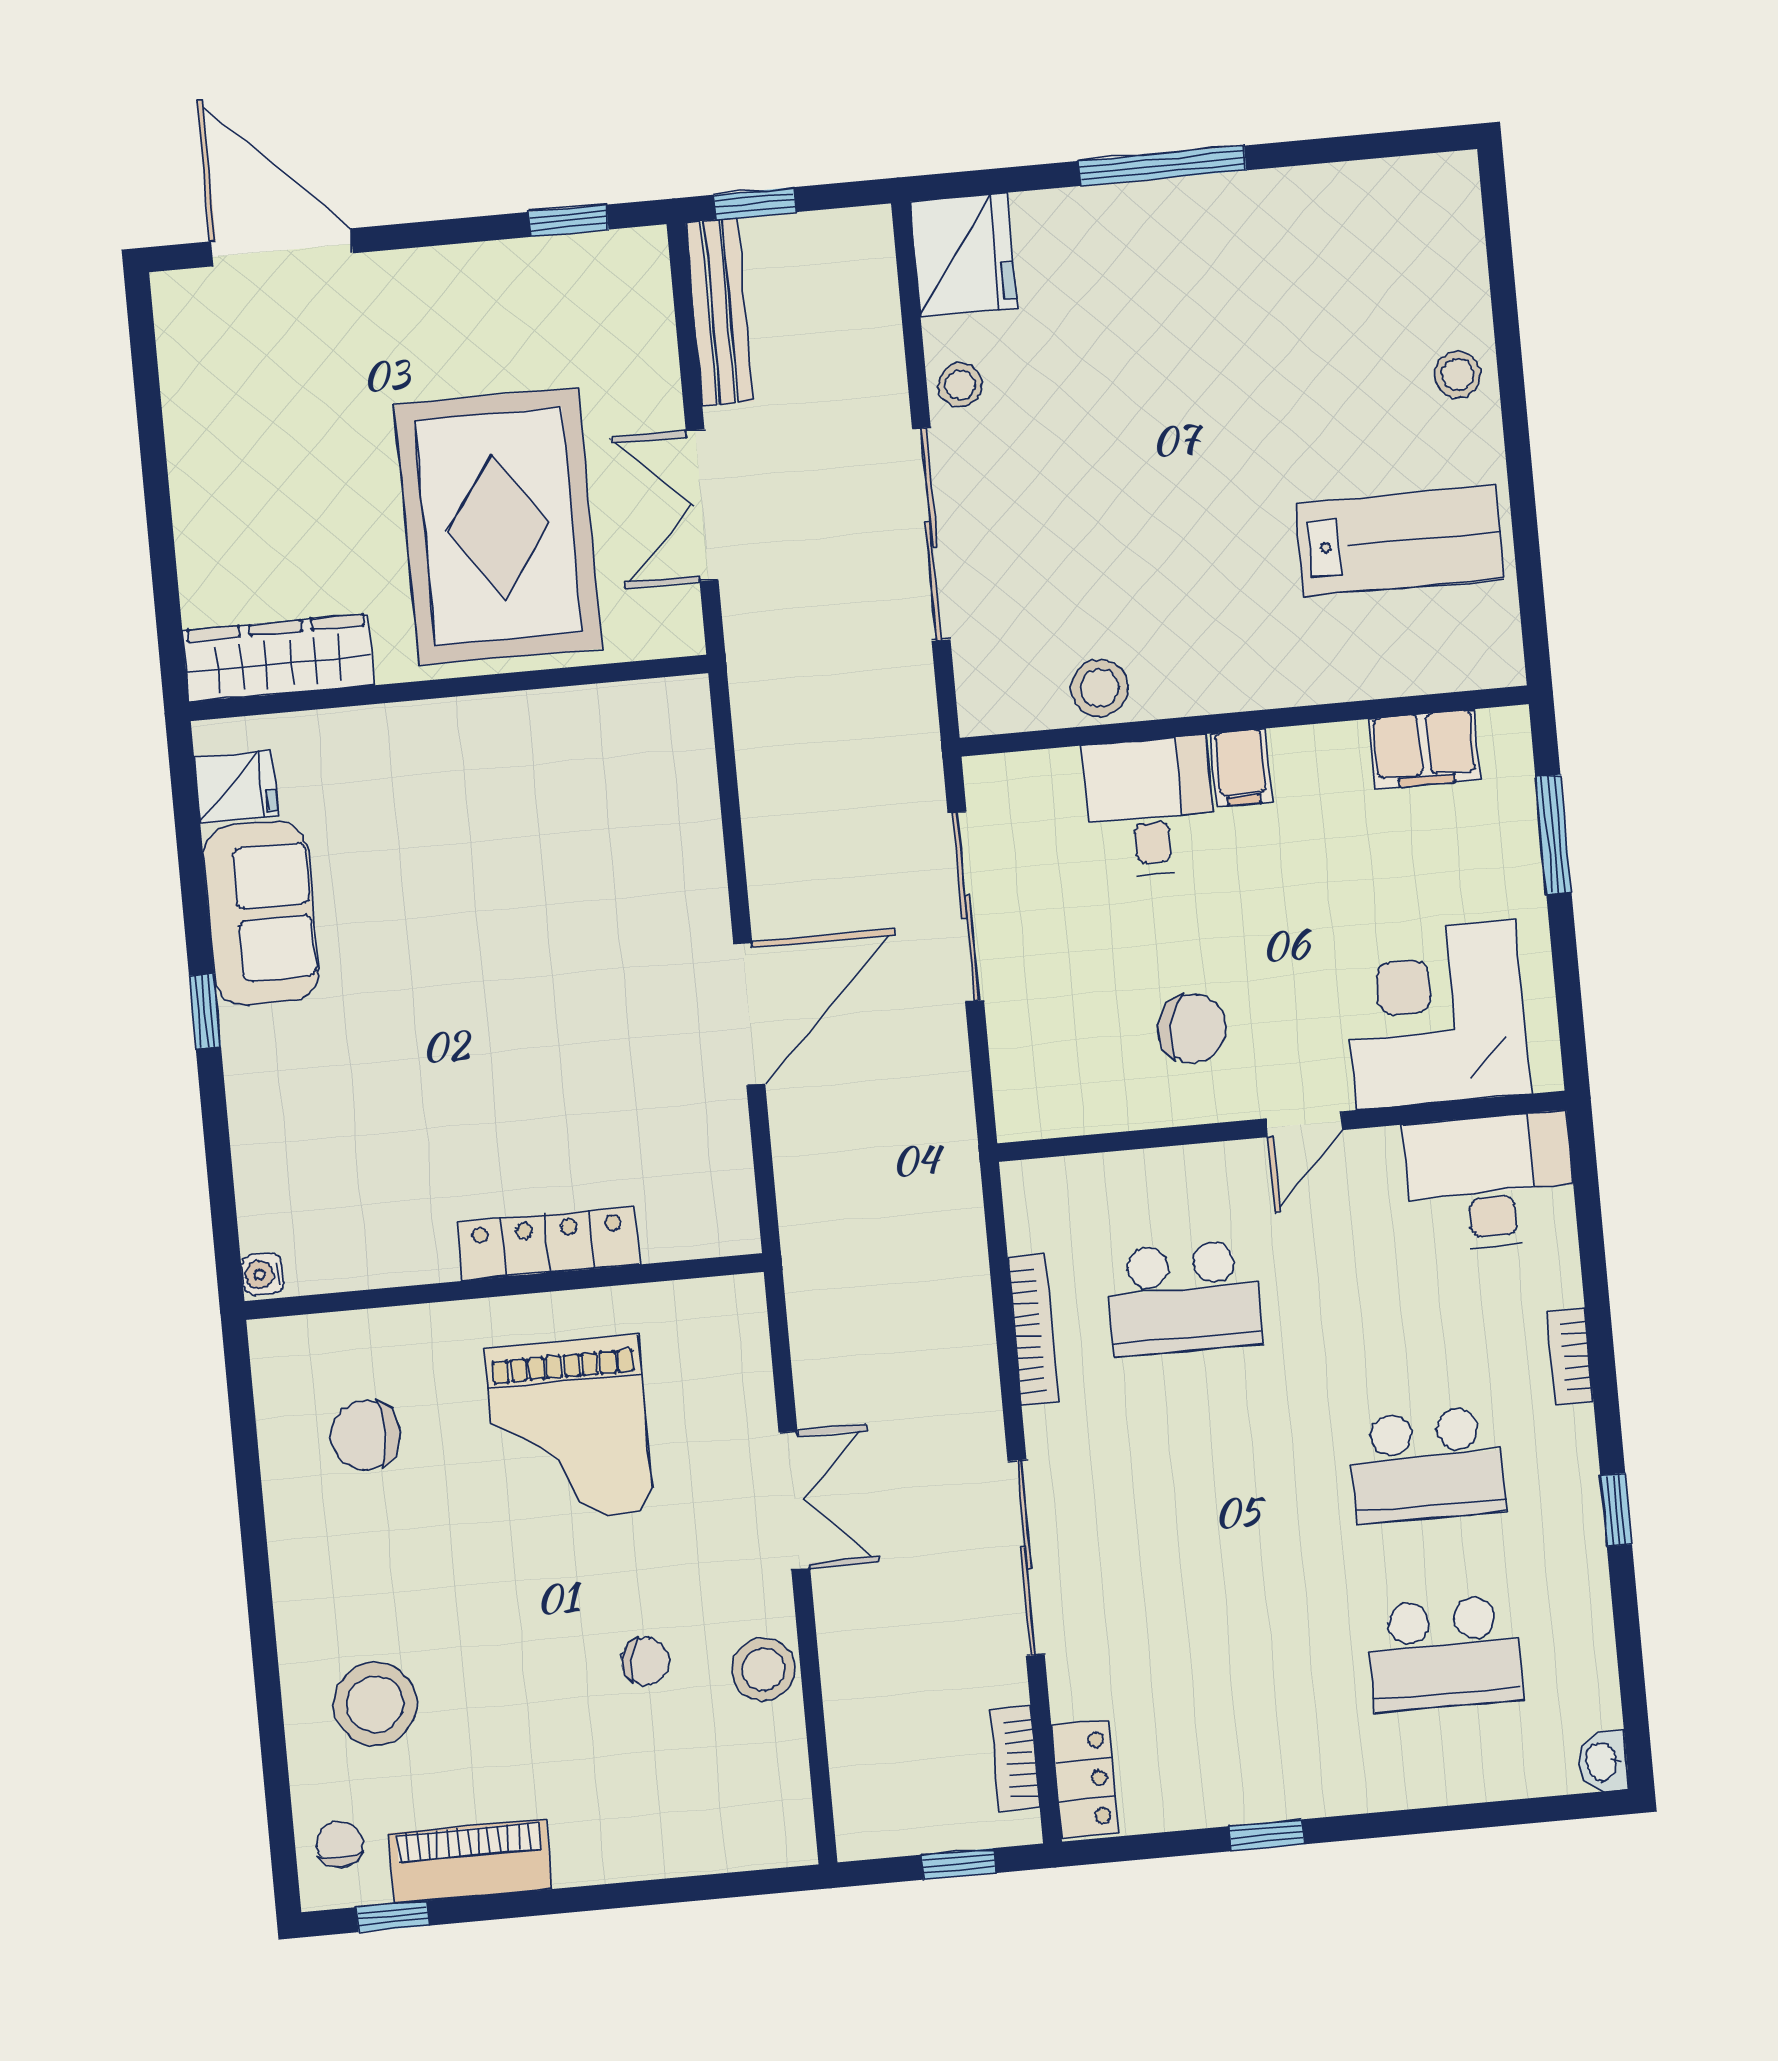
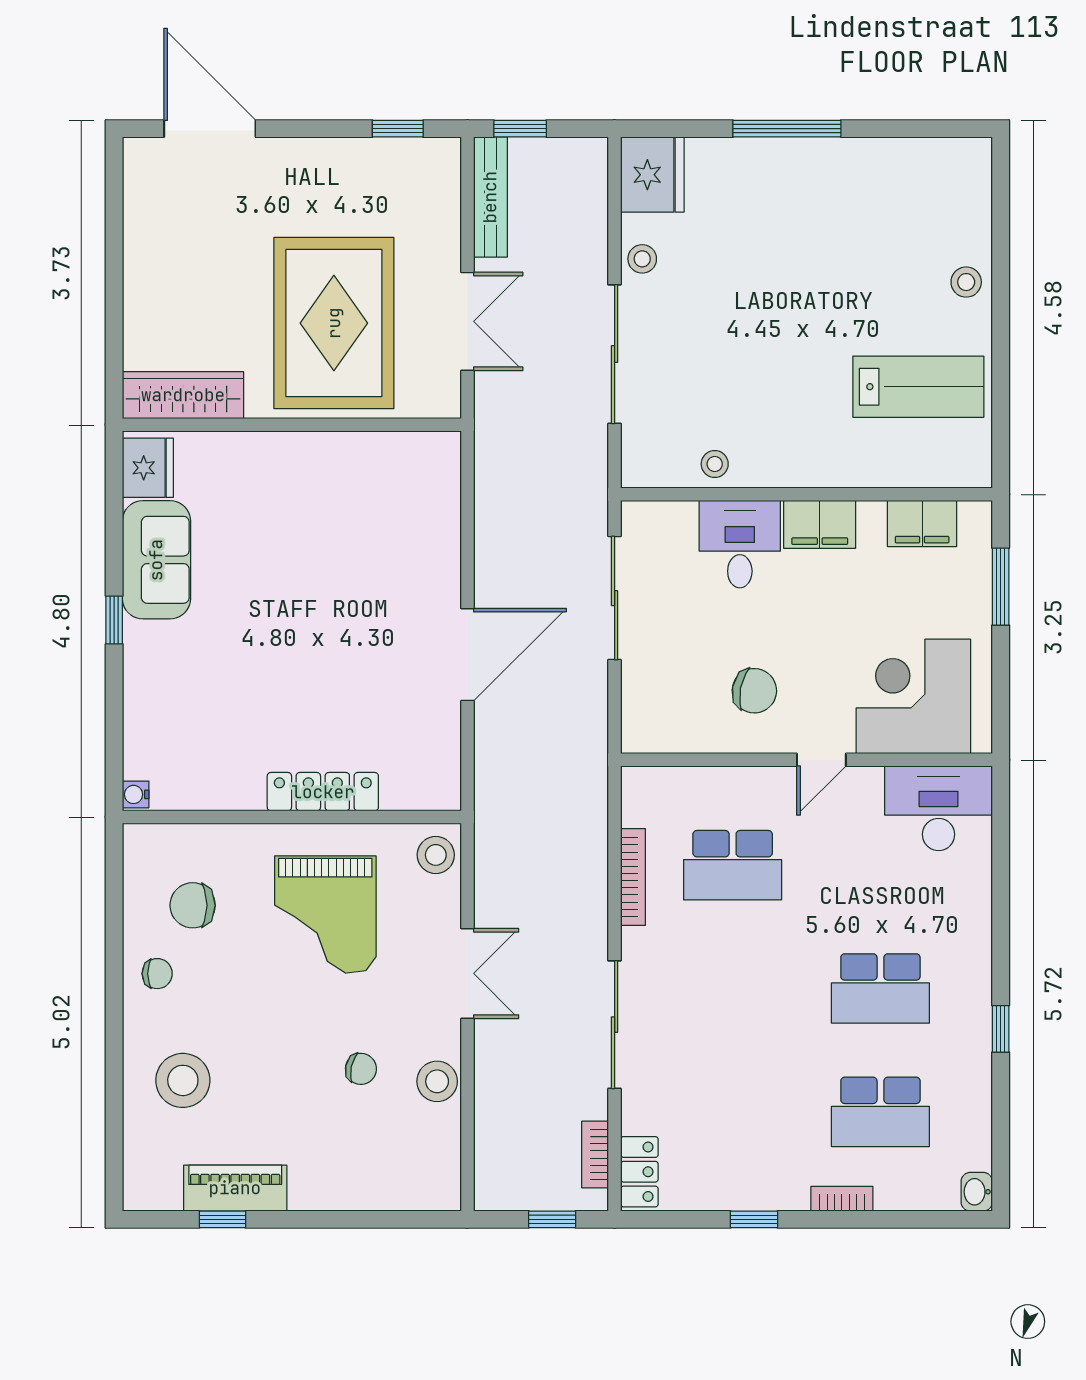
double door: (702, 505) -> (467, 321), swing flipped
stool: (1100, 688) -> (715, 464), width x0.73, depth x0.73
filing cabinet: (1241, 768) -> (820, 524), width x2.00
fridge: (236, 786) -> (148, 468), width x1.38
stool: (729, 1324) -> (436, 855), added
bookcase: (1570, 1356) -> (842, 1199), moved, turned 90
chair: (339, 1844) -> (157, 974), moved, turned 90
window: (393, 1916) -> (223, 1219), moved

